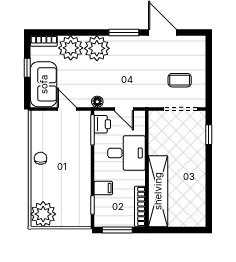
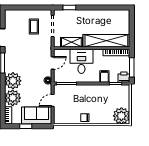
printer: (102, 124) -> (124, 77), moved
shelving: (156, 138) -> (71, 42), added

